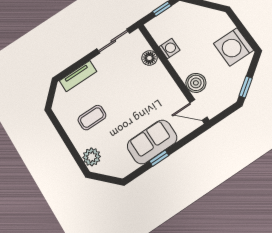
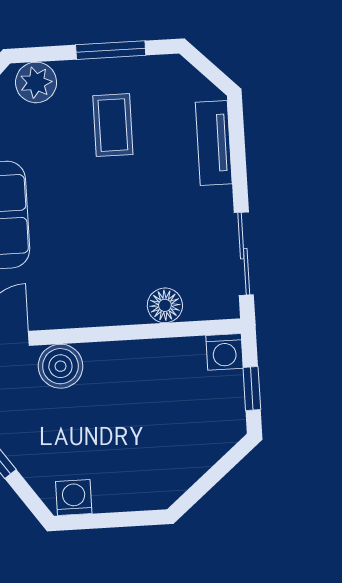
washing machine: (233, 47) -> (74, 498), width x0.53, depth x0.53
washing machine: (169, 48) -> (225, 352), moved
window: (64, 135) -> (111, 50), added

